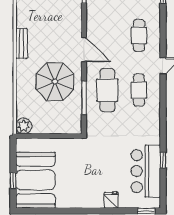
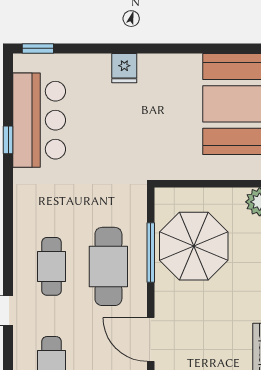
parasol: (55, 82) -> (194, 246), moved
fridge: (111, 200) -> (124, 68), moved

